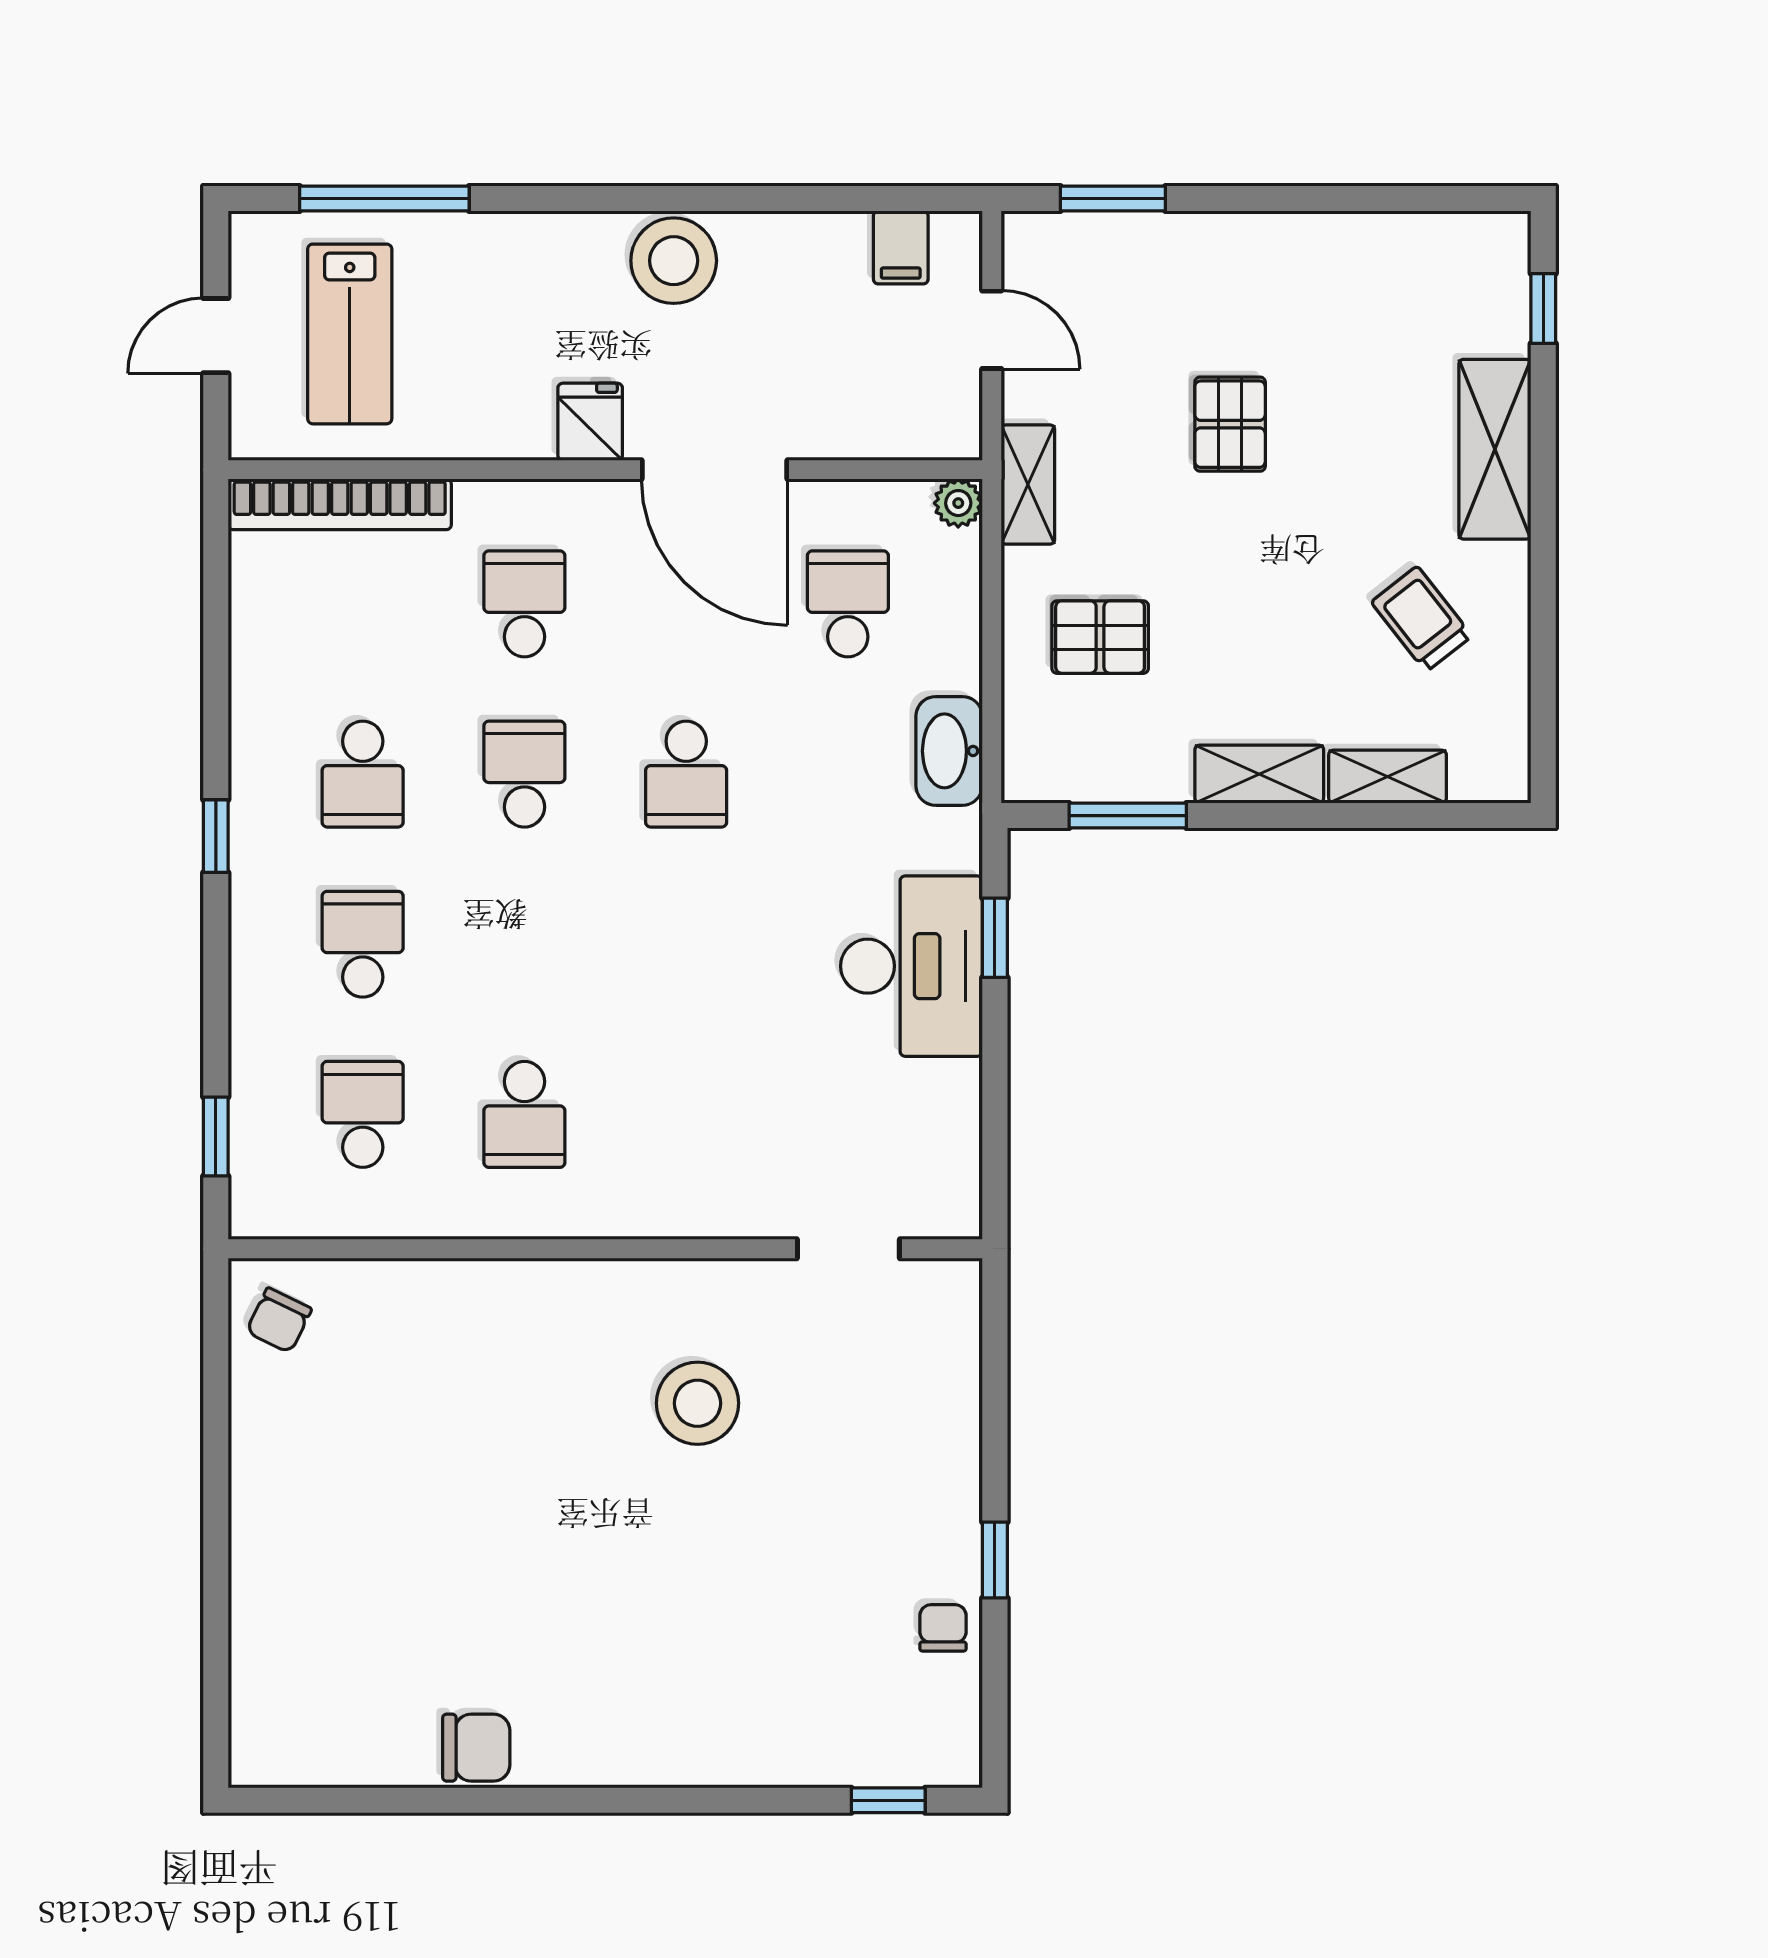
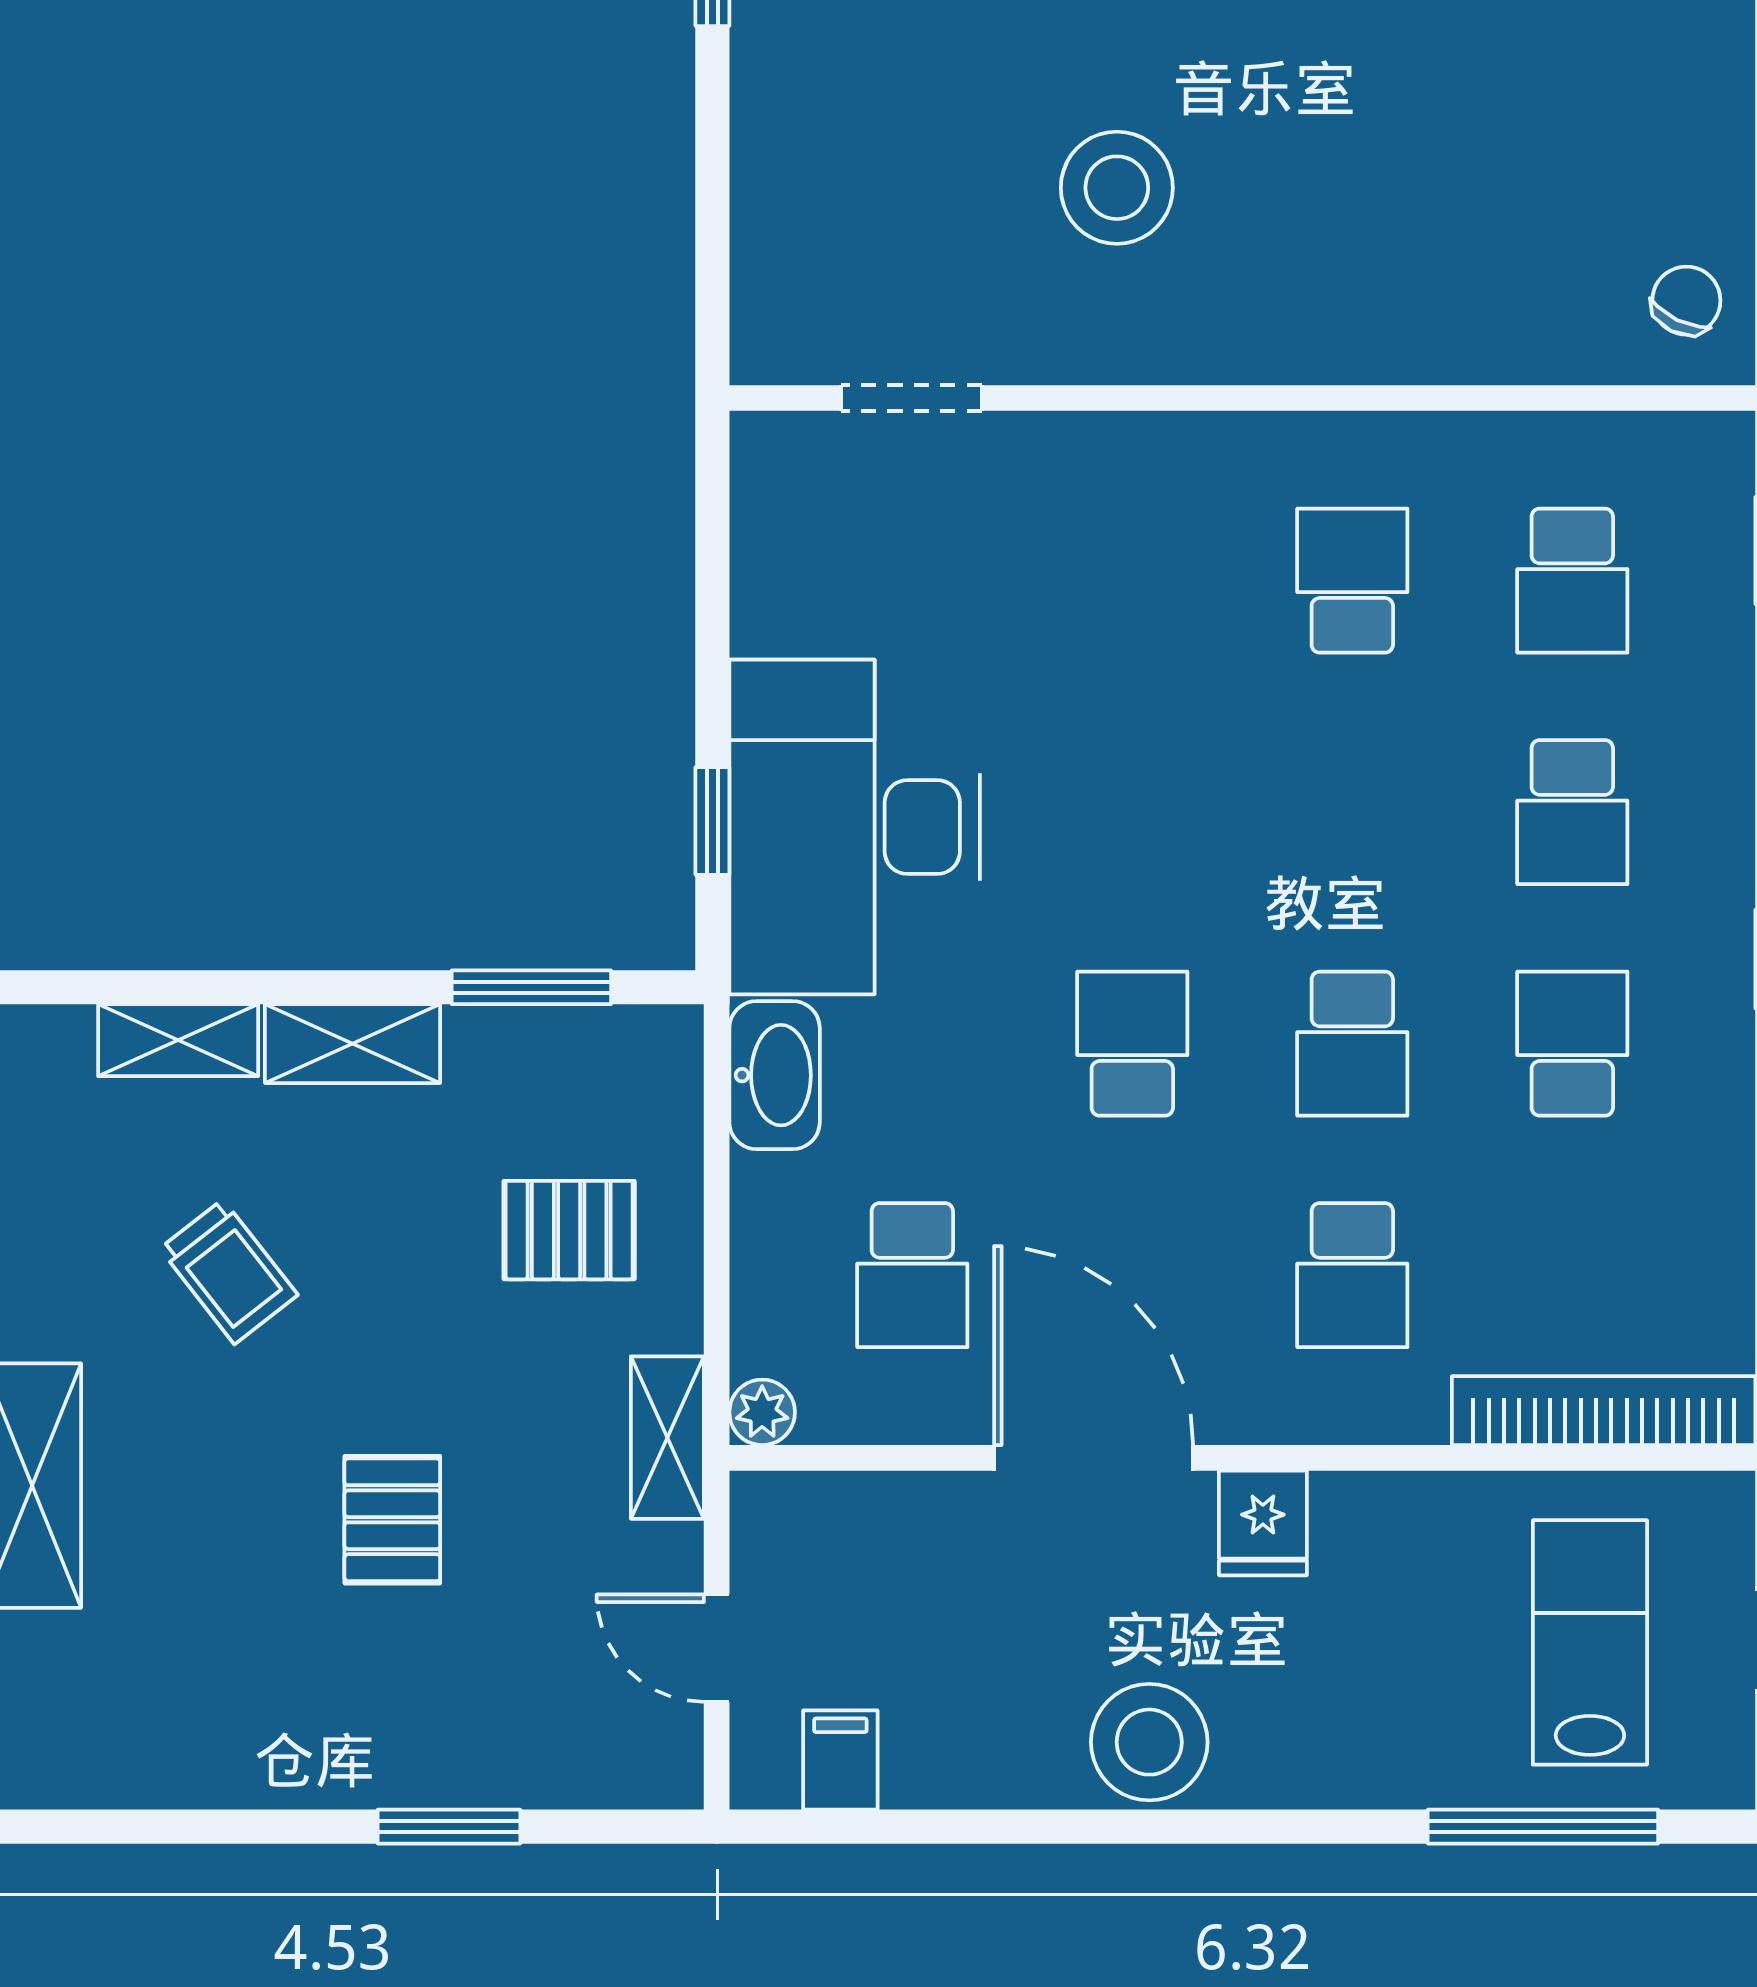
window: (1113, 199) -> (449, 1827), moved
trolley: (1422, 619) -> (229, 1272), moved
desk: (911, 966) -> (855, 827), width x1.36, depth x1.30

